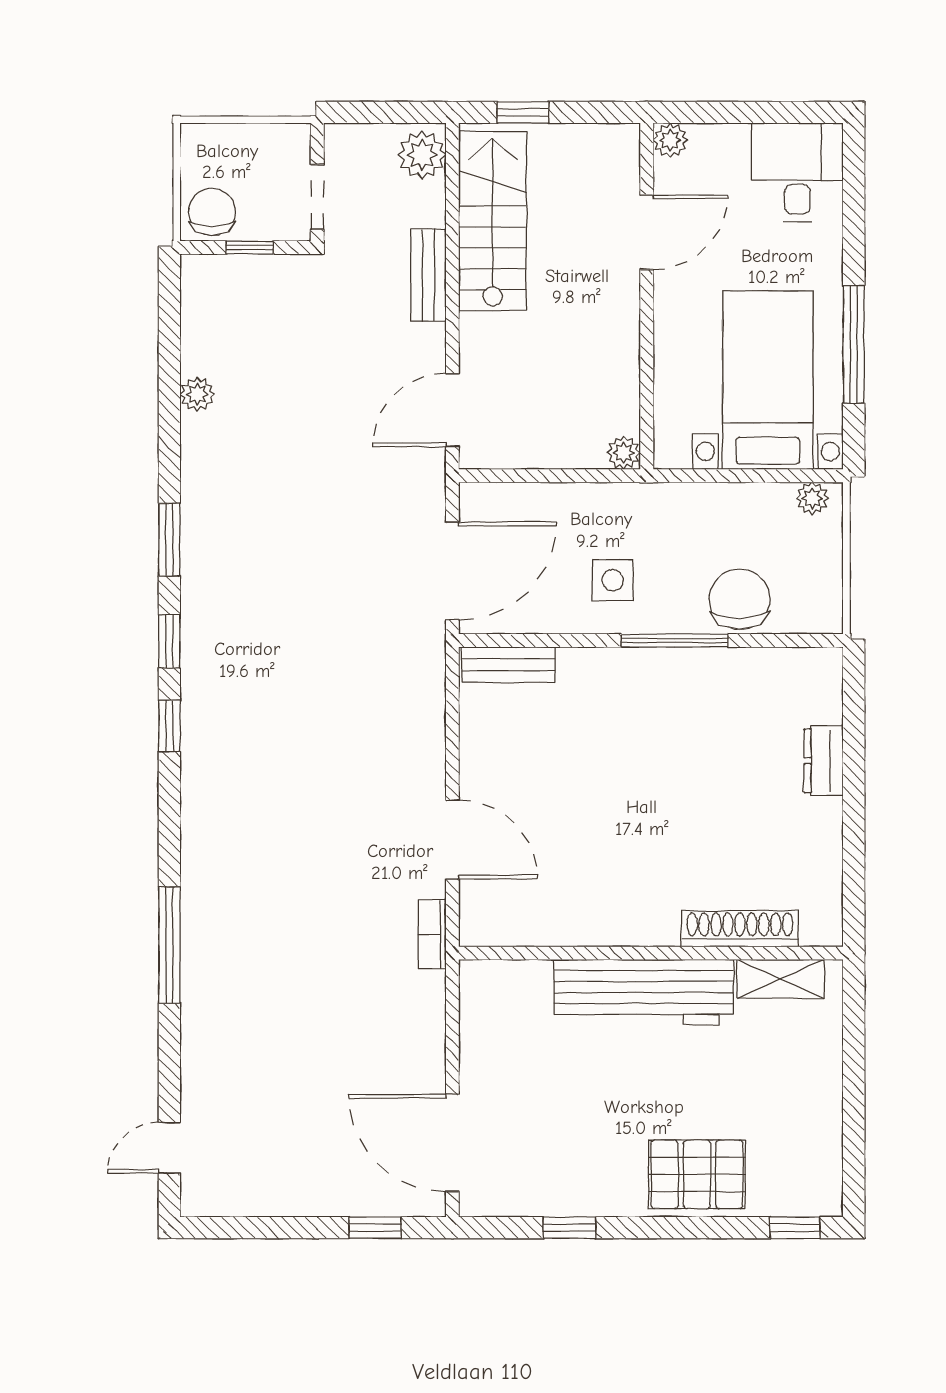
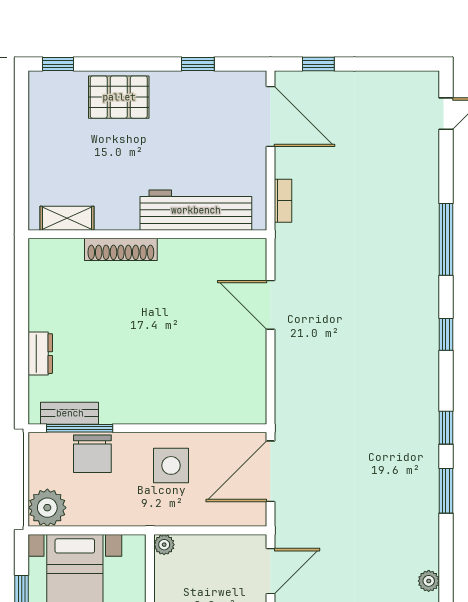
plant: (812, 498) -> (47, 508), width x1.88, depth x1.88
side table: (613, 580) -> (171, 465), width x1.37, depth x1.37
window: (674, 640) -> (80, 428), moved
bench: (508, 665) -> (70, 413), moved
window: (169, 726) -> (446, 334), moved
shoe rack: (740, 929) -> (121, 249), moved
bookcase: (432, 934) -> (283, 201), moved
workbench: (644, 992) -> (196, 210), moved

